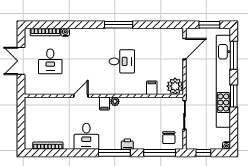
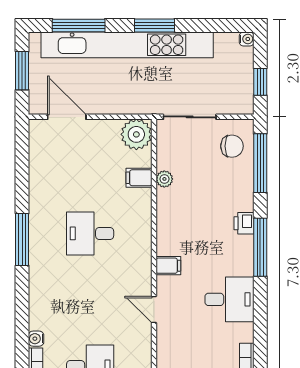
desk: (122, 61) -> (90, 233), turned -90
plant: (115, 101) -> (164, 179), moved

